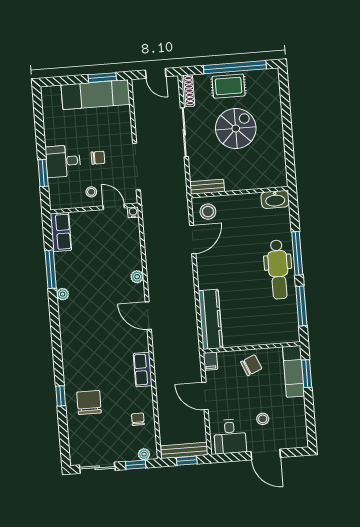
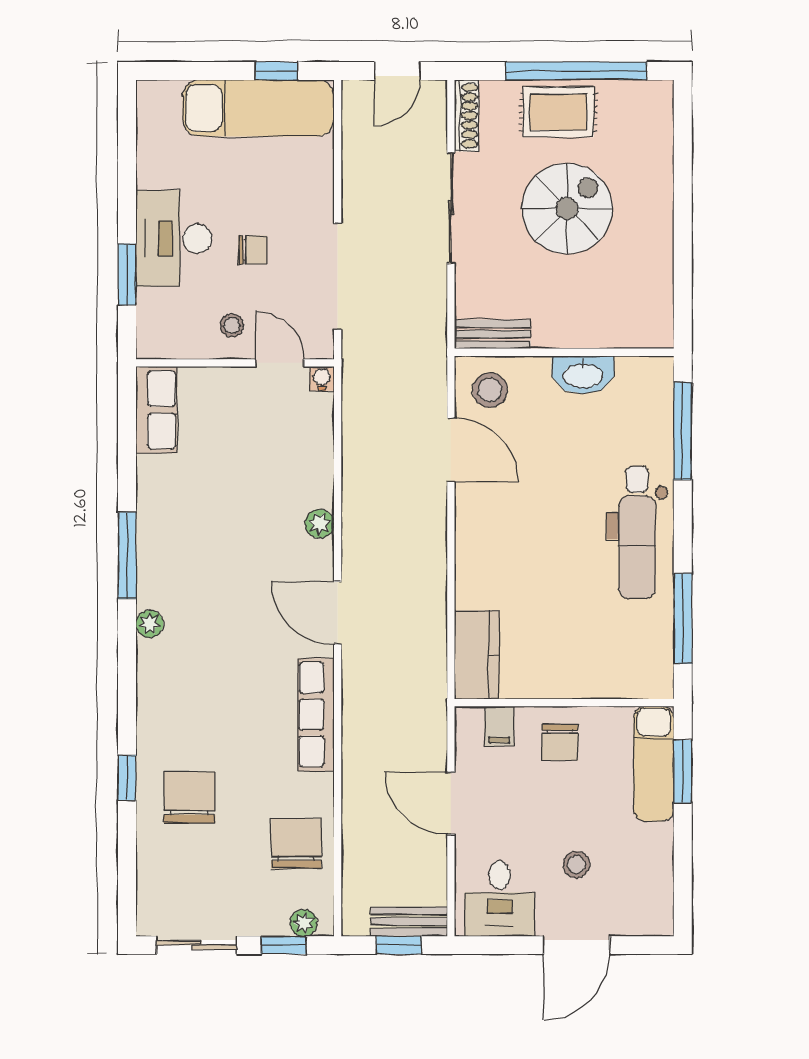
door: (156, 73) -> (397, 71), hinge flipped
window: (102, 78) -> (277, 71), width x0.67
desk: (63, 161) -> (174, 238), width x1.37
washbasin: (275, 199) -> (583, 375), moved
door: (193, 239) -> (451, 450), hinge flipped
window: (297, 253) -> (683, 431), moved
window: (51, 269) -> (127, 555), moved
plant: (63, 294) -> (150, 624), moved
kitchen counter: (210, 319) -> (477, 655), width x0.67
filing cabinet: (210, 361) -> (499, 726), moved
chair: (251, 365) -> (560, 742), turned 113
row of seats: (143, 369) -> (316, 715), width x1.48
chair: (138, 419) -> (296, 843), width x1.87, depth x1.87
bench: (184, 450) -> (409, 922), width x0.73
door: (266, 454) -> (577, 945), hinge flipped

